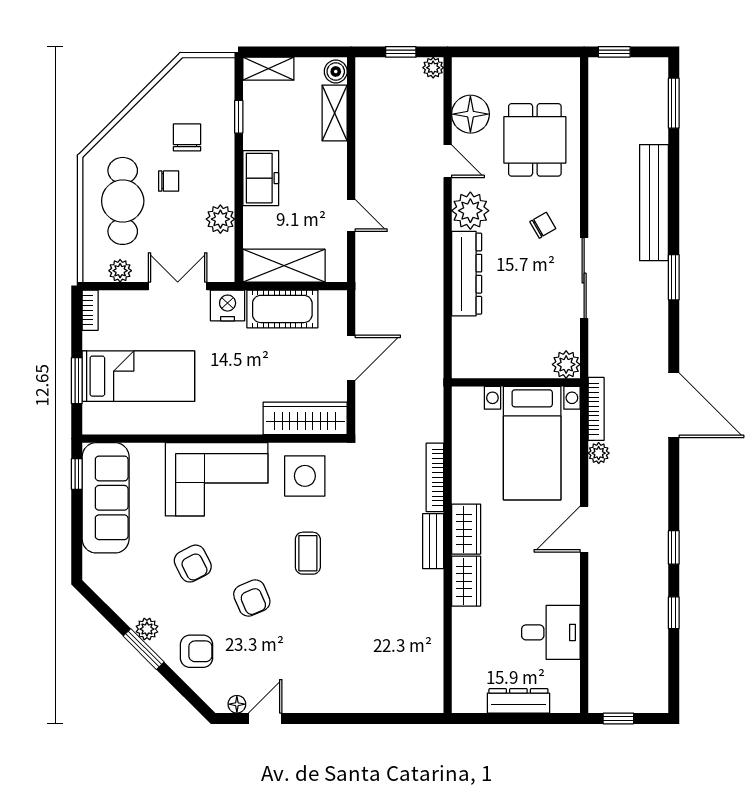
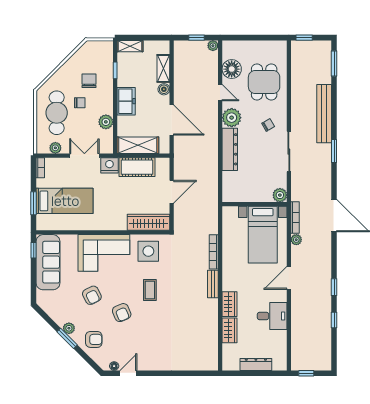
boiler: (336, 72) -> (164, 89), moved
door: (351, 215) -> (172, 120), width x1.87
wardrobe: (466, 529) -> (229, 330), moved
desk: (551, 632) -> (272, 316), moved

